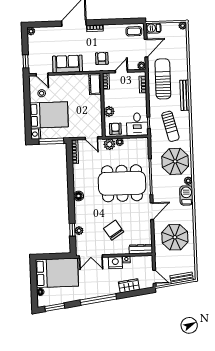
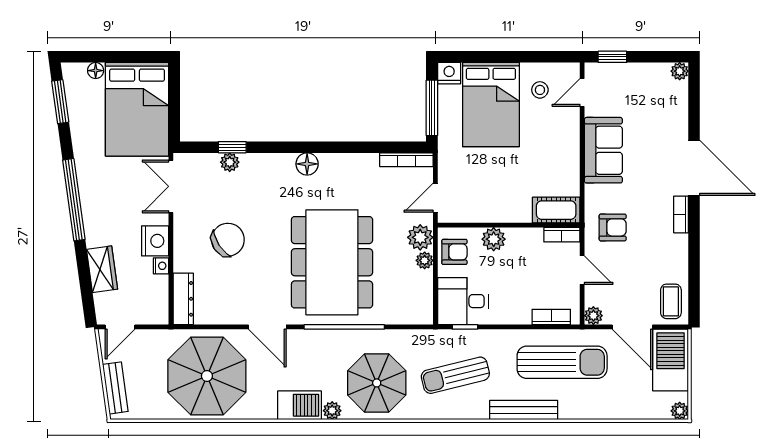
barbecue: (154, 28) -> (671, 360), width x1.88, depth x1.53
parasol: (175, 237) -> (207, 376), width x1.36, depth x1.36

